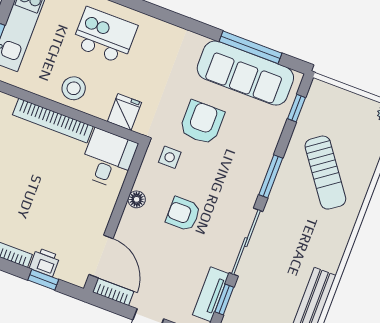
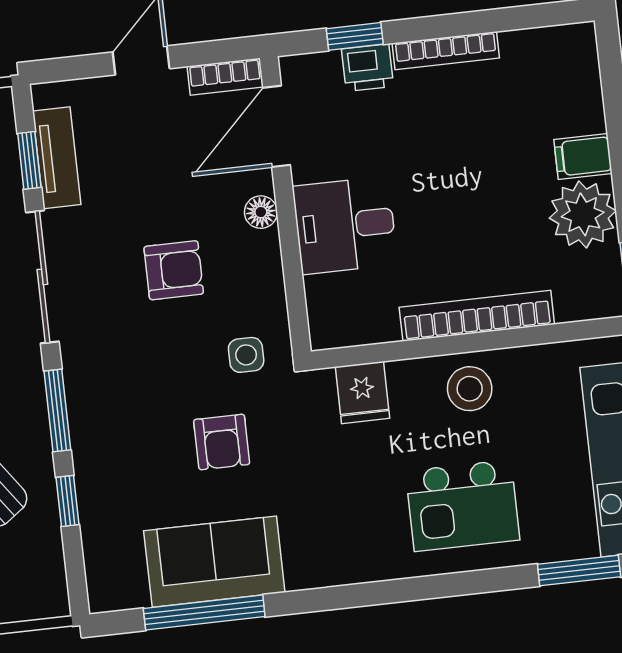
sofa: (245, 73) -> (214, 562), width x0.73
window: (297, 108) -> (68, 501), moved
armchair: (202, 123) -> (222, 442), width x0.72, depth x0.72
desk: (108, 159) -> (345, 225), moved, turned 90
floor lamp: (137, 199) -> (261, 212), moved
door: (101, 256) -> (277, 126), hinge flipped

